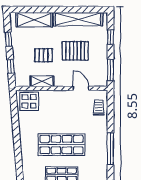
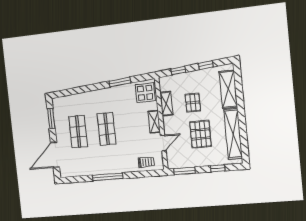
shelving: (59, 95) -> (154, 122), added
window: (16, 126) -> (120, 82), added
shop shelf: (62, 145) -> (107, 129), width x0.70, depth x0.74

